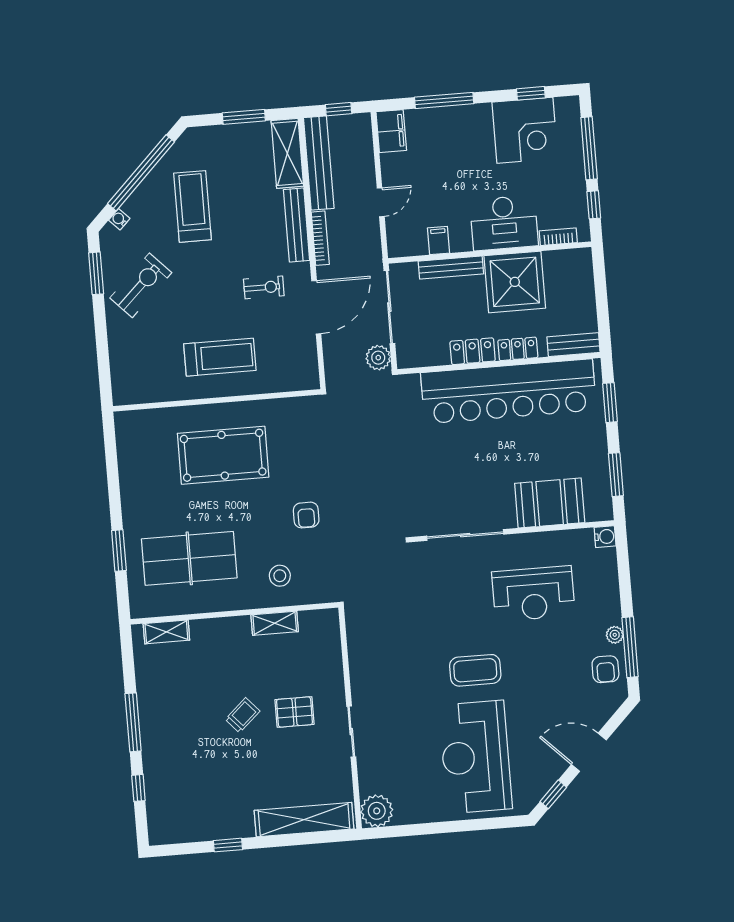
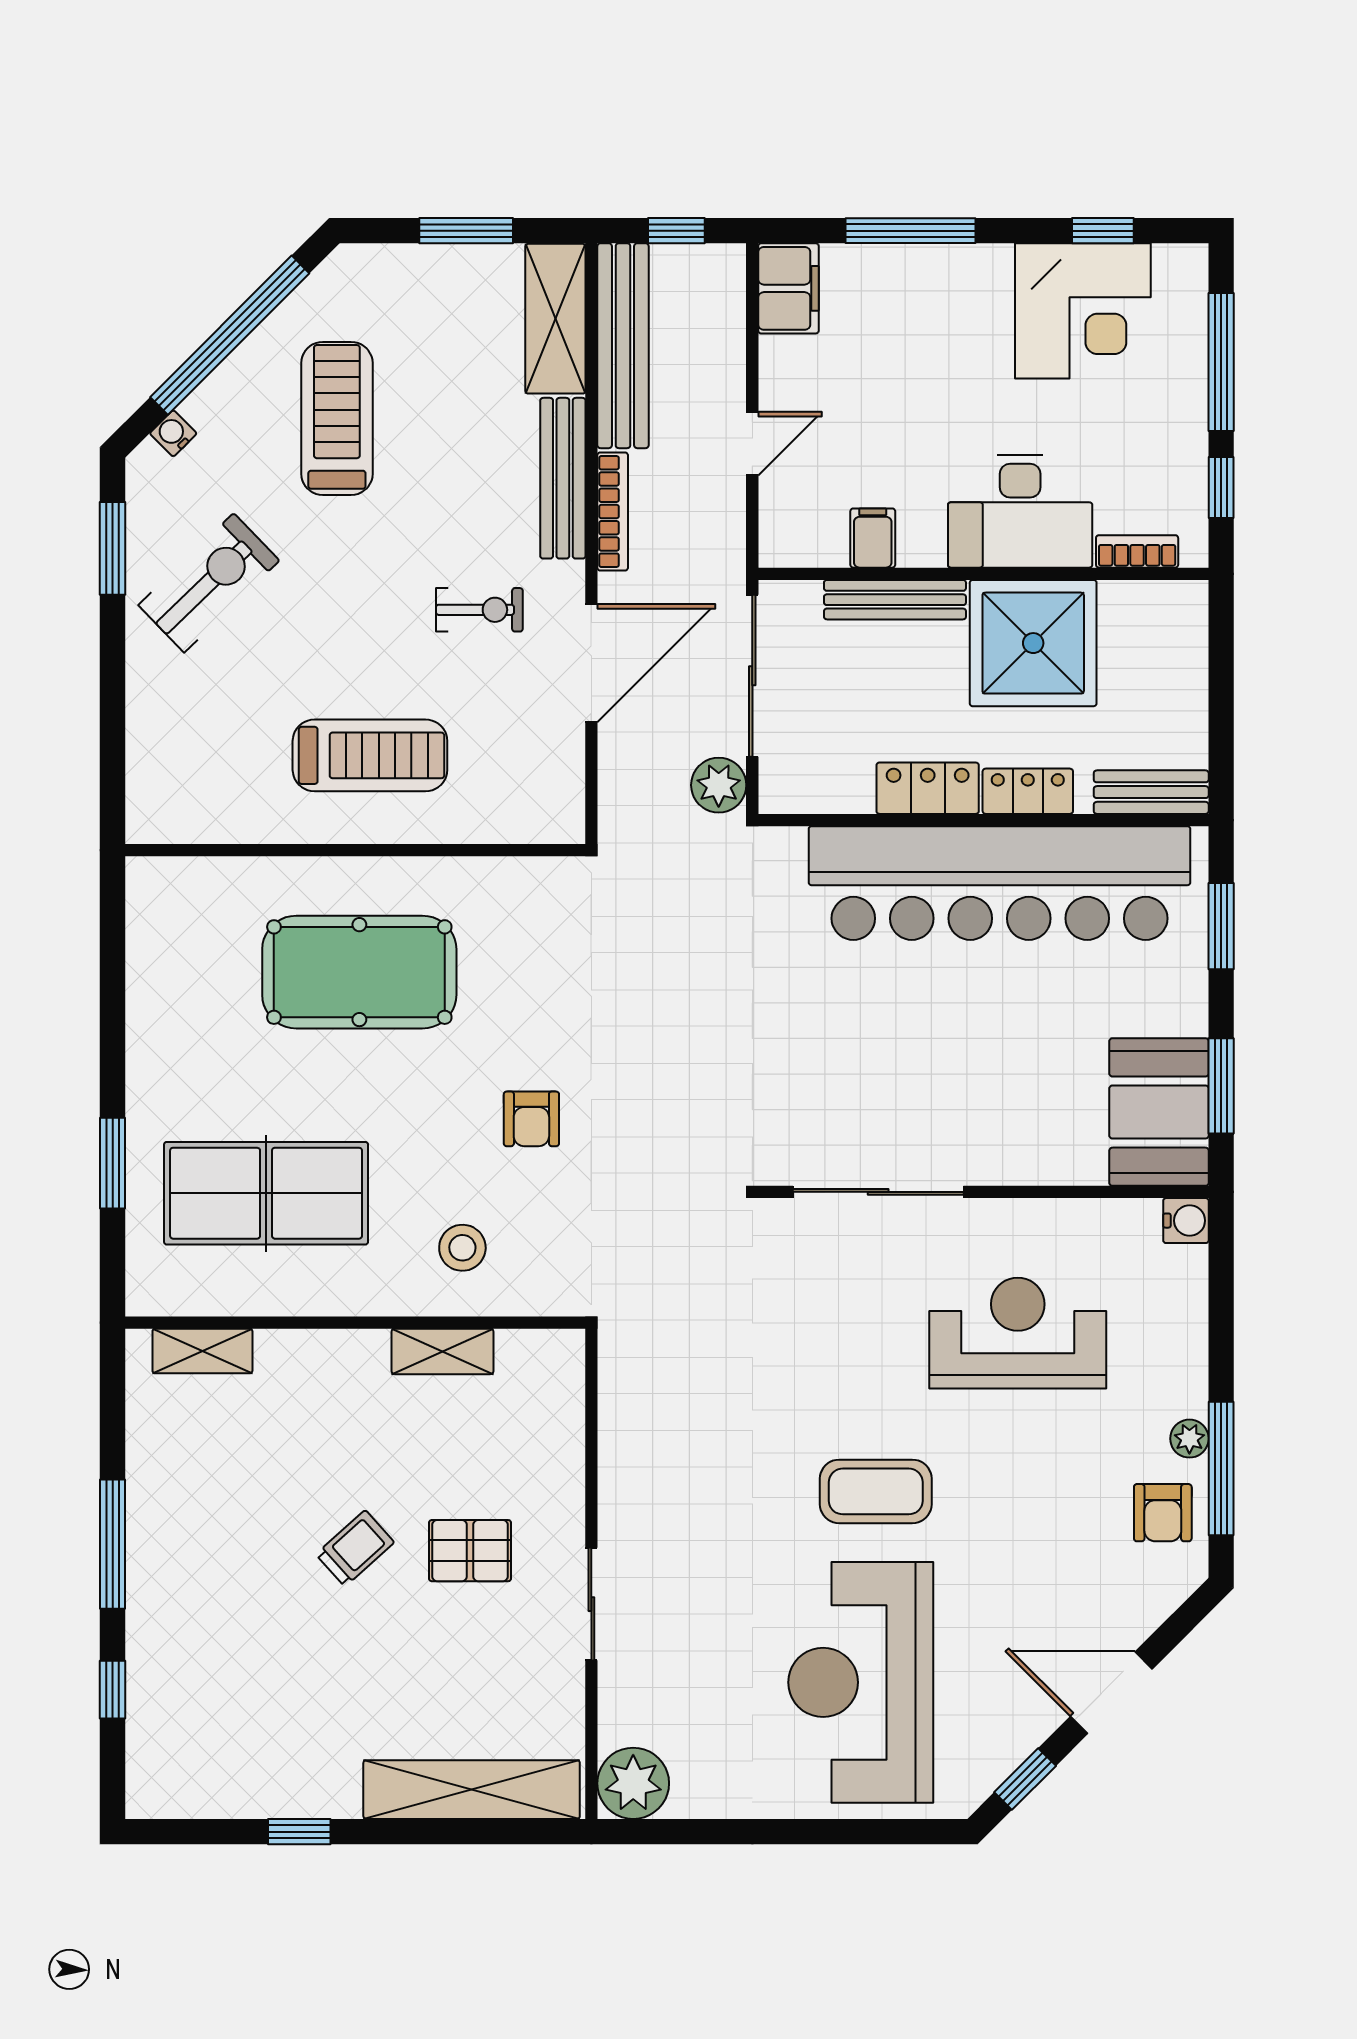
booth: (550, 503) -> (1159, 1112), moved, turned 90
reception desk: (533, 594) -> (1018, 1333), turned 180

